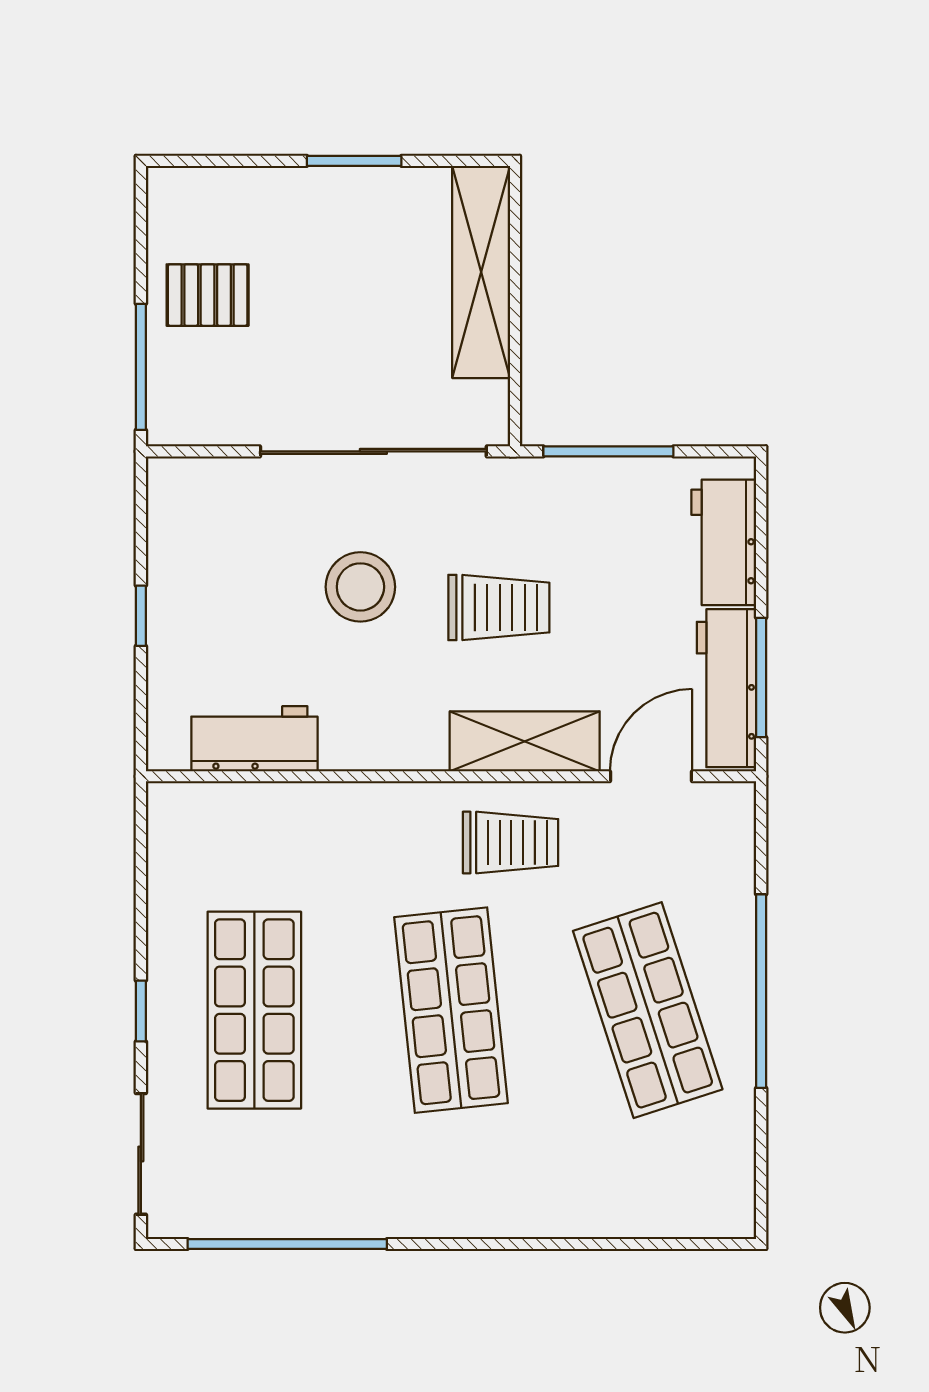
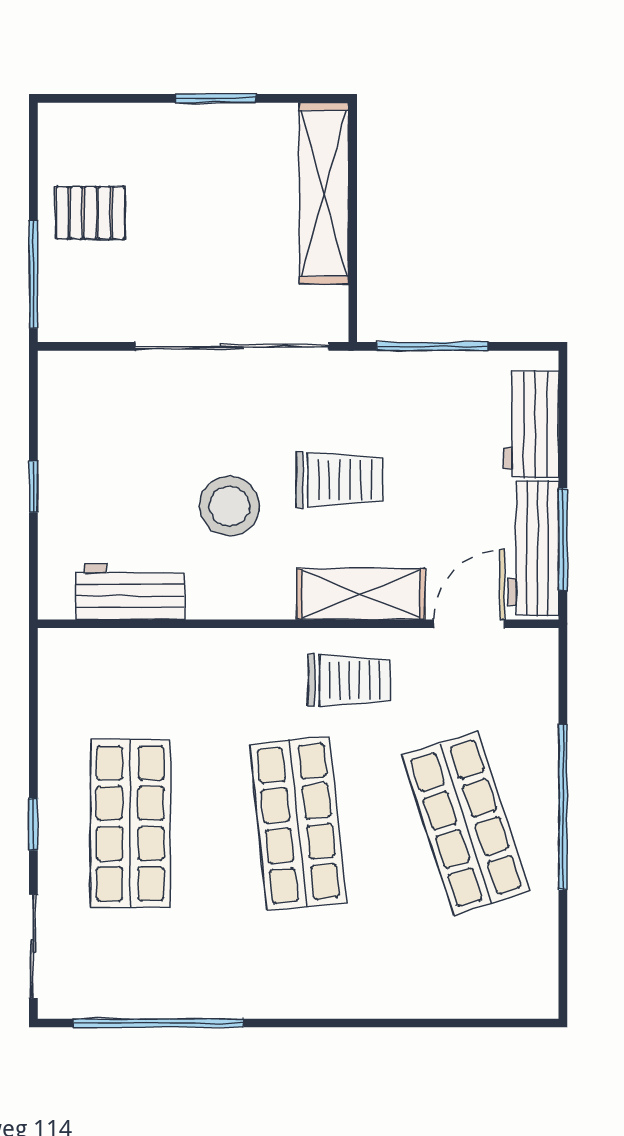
stool: (360, 587) -> (230, 506), moved

